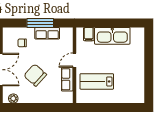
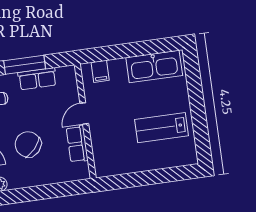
kitchen sink: (112, 36) -> (154, 66), moved
lab bench: (97, 81) -> (162, 128), moved

